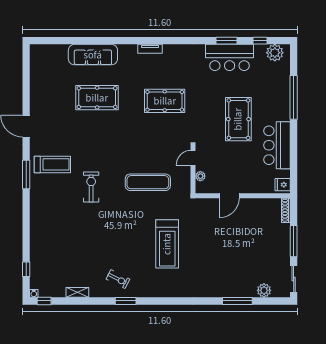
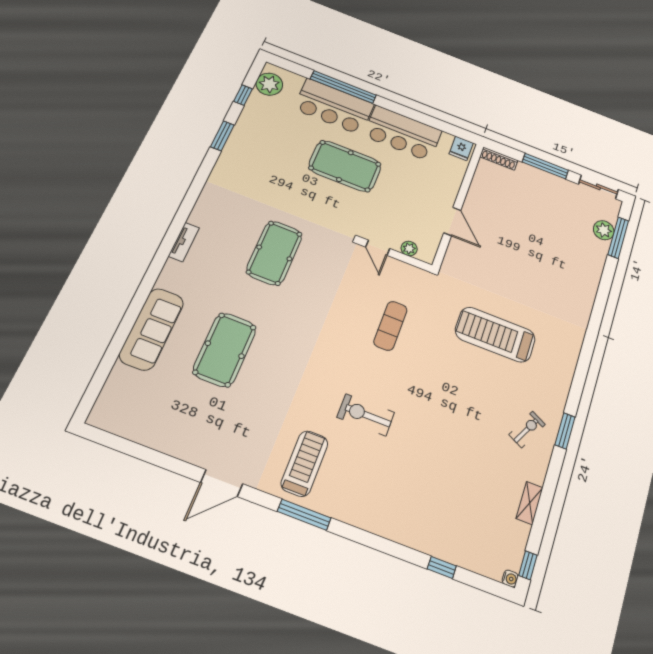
bar counter: (230, 57) -> (334, 106), moved, turned 90
exercise mat: (148, 182) -> (390, 326), width x0.73, depth x0.69
treadmill: (167, 244) -> (495, 335), turned 180
window: (26, 269) -> (442, 567), moved
window: (237, 301) -> (618, 238), moved

